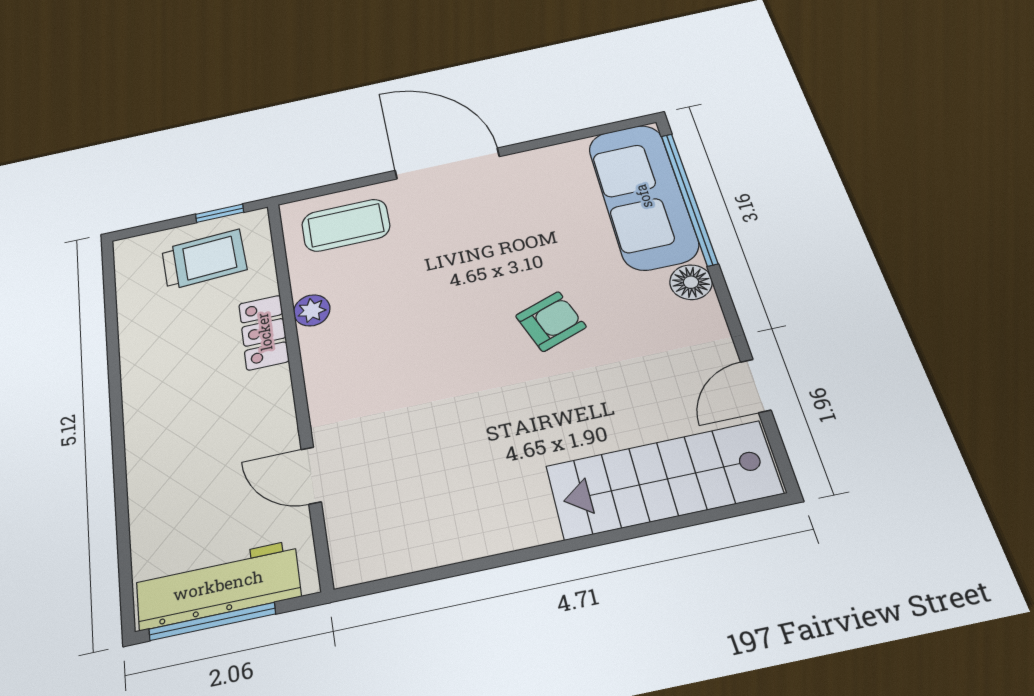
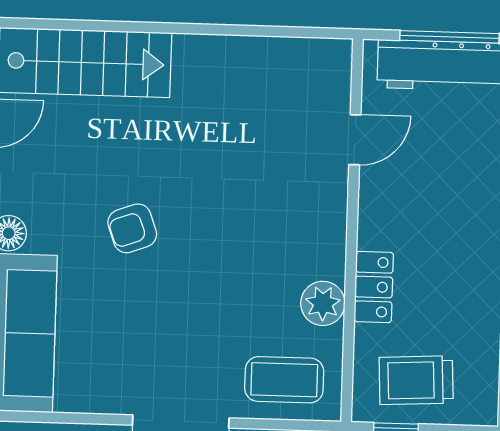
plant: (312, 310) -> (323, 303), width x1.38, depth x1.38
door: (311, 475) -> (355, 140), hinge flipped

